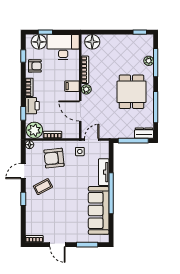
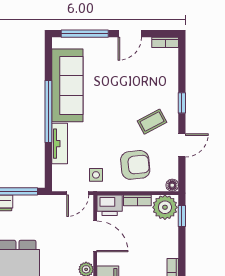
printer: (32, 106) -> (110, 205), moved, turned -90
window: (23, 113) -> (182, 216), moved
door: (58, 245) -> (130, 34), swing flipped
window: (87, 245) -> (85, 34), width x1.44

